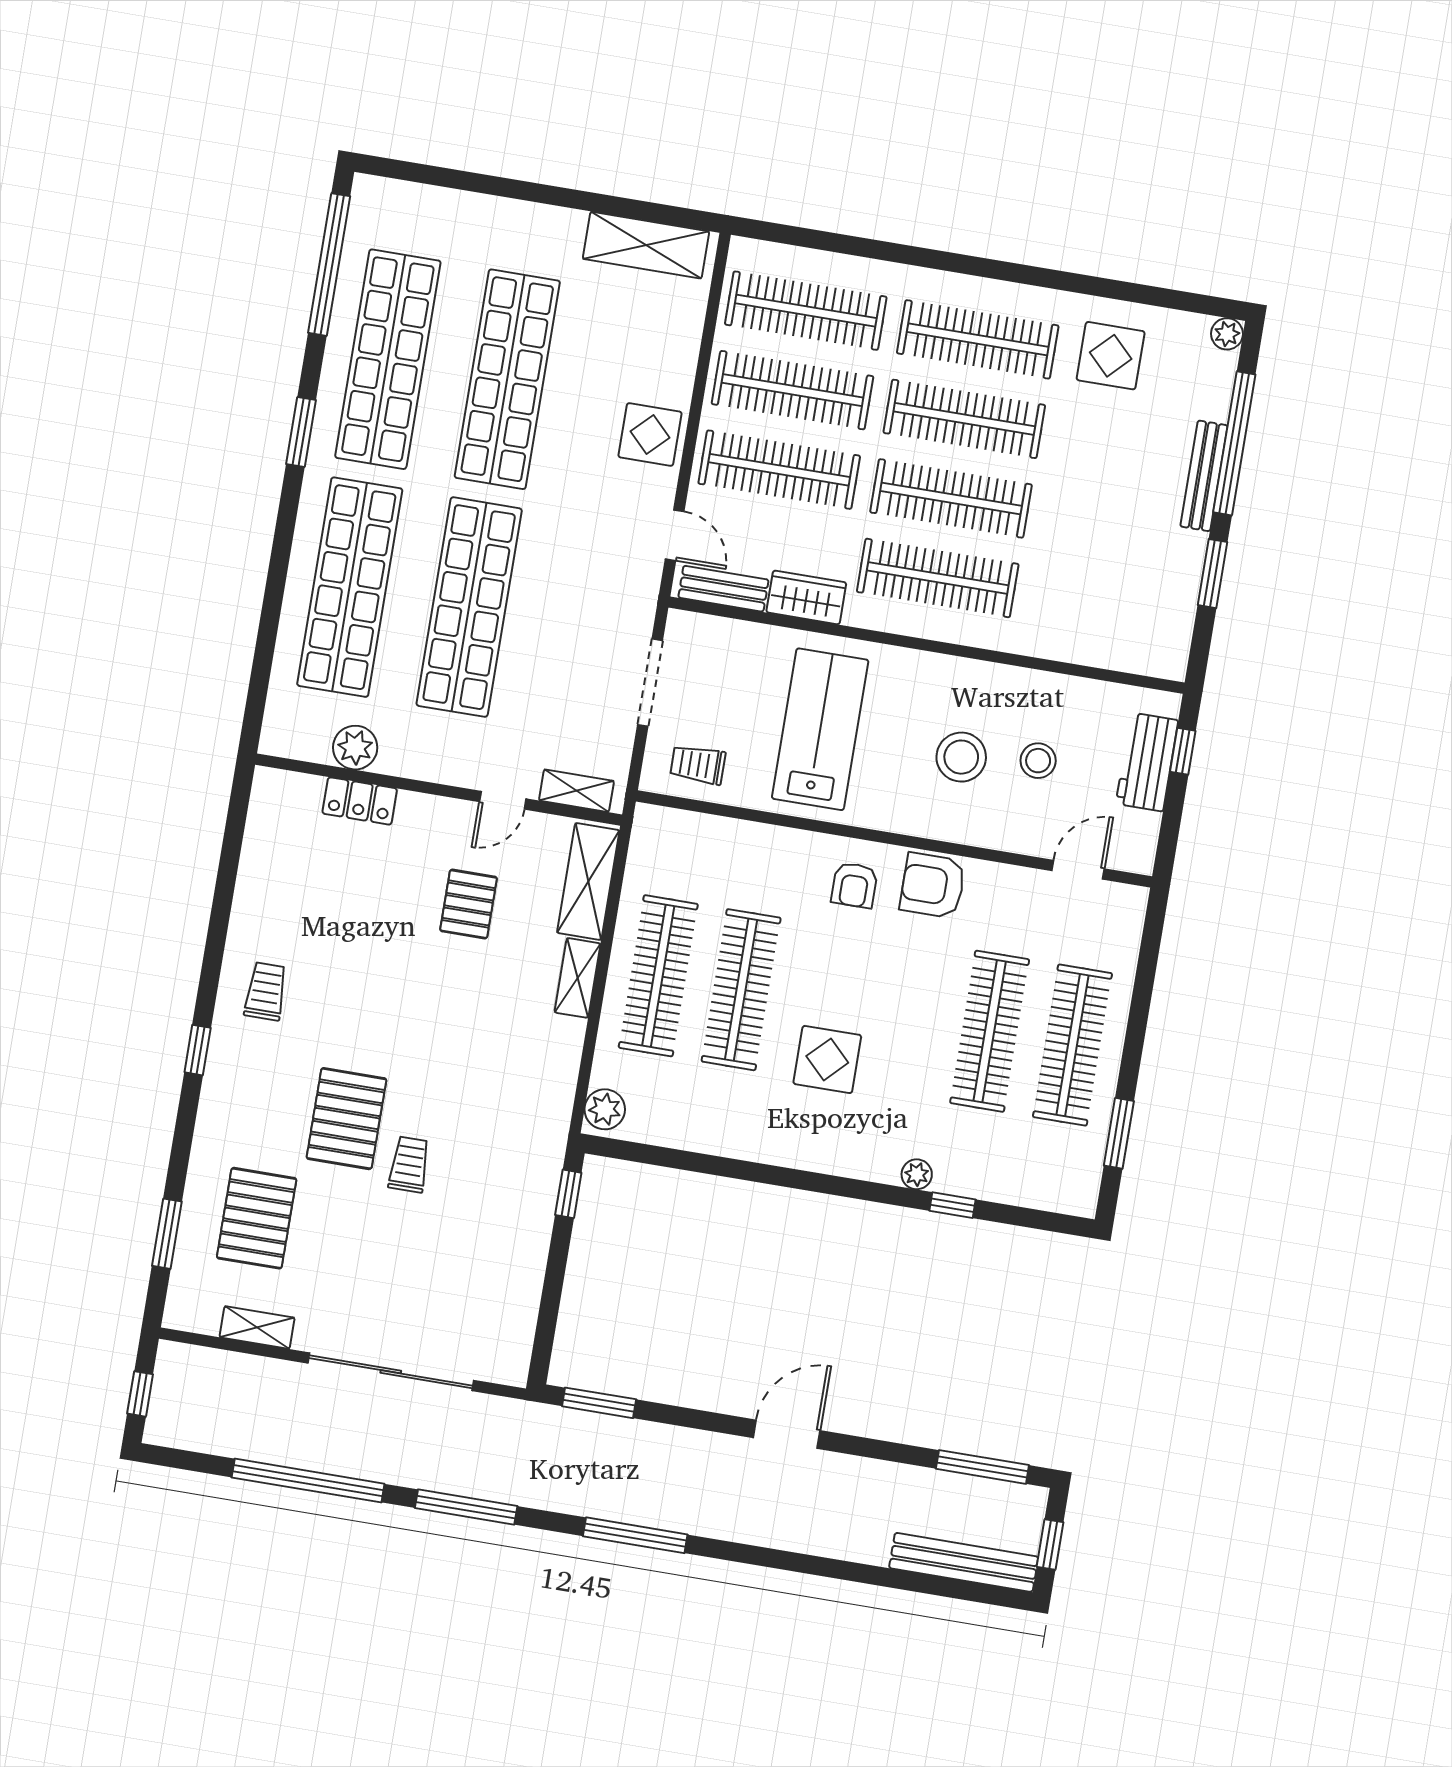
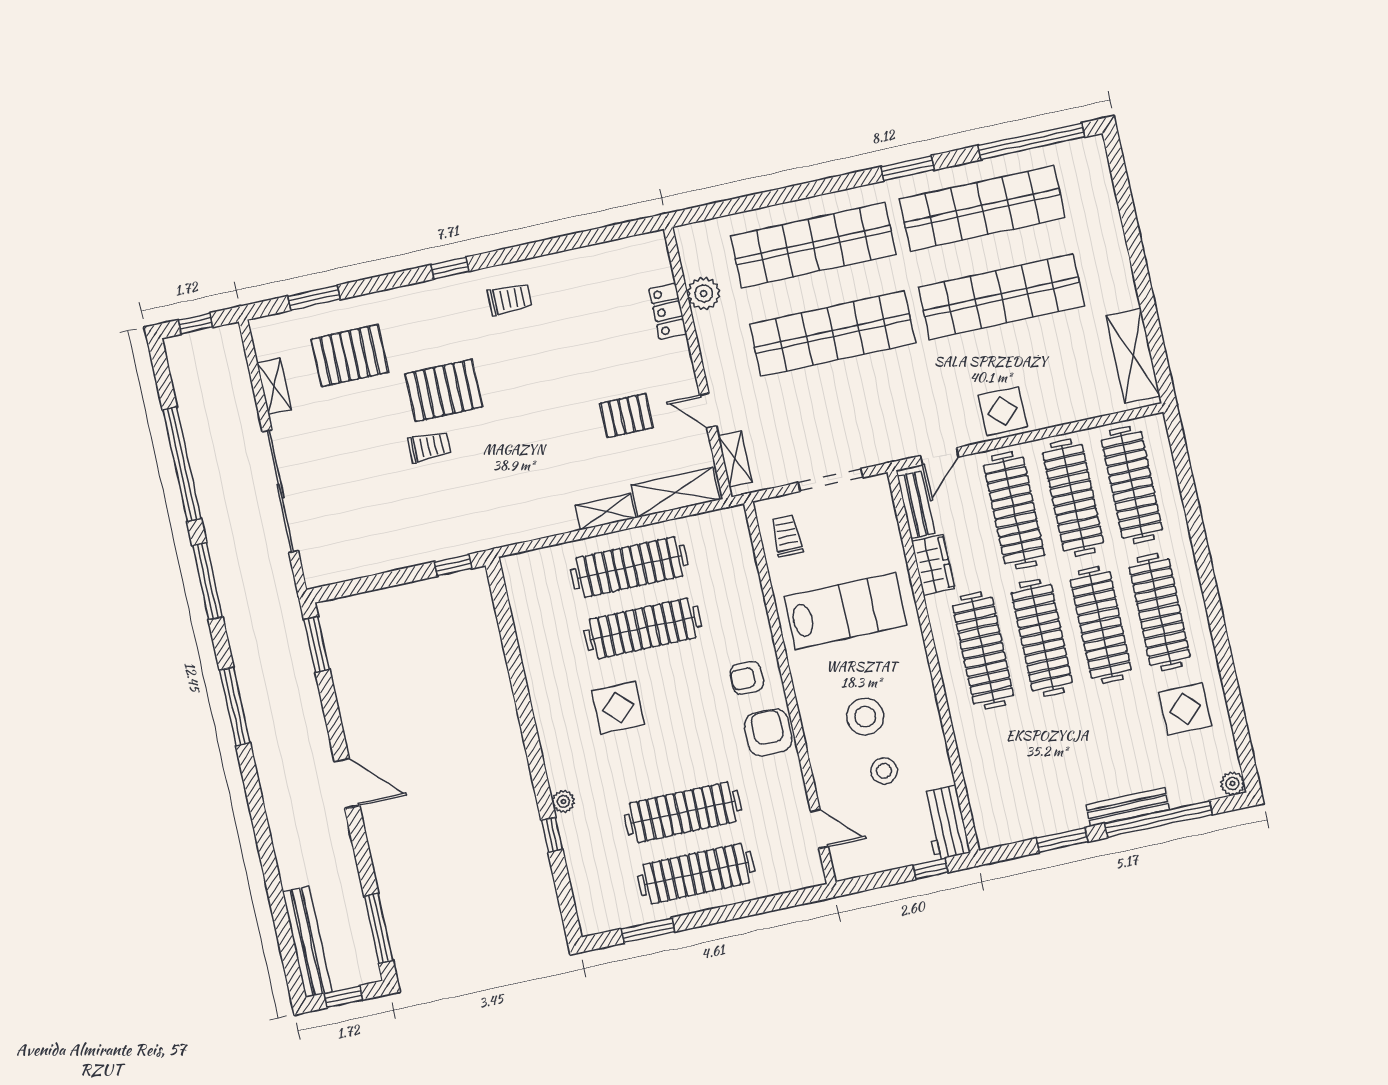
workbench: (1147, 762) -> (946, 823), moved, turned -90
plant: (605, 1109) -> (522, 567), removed

